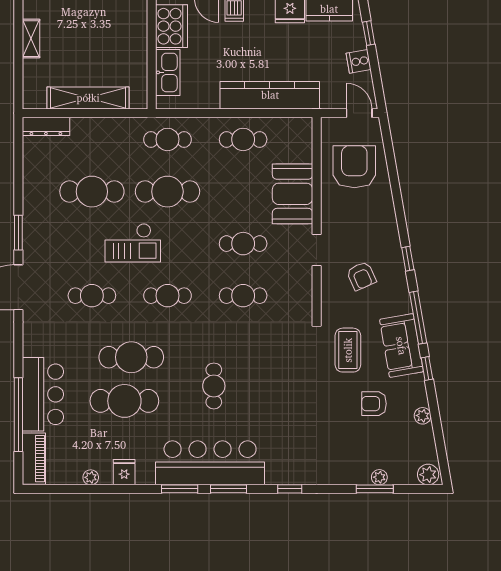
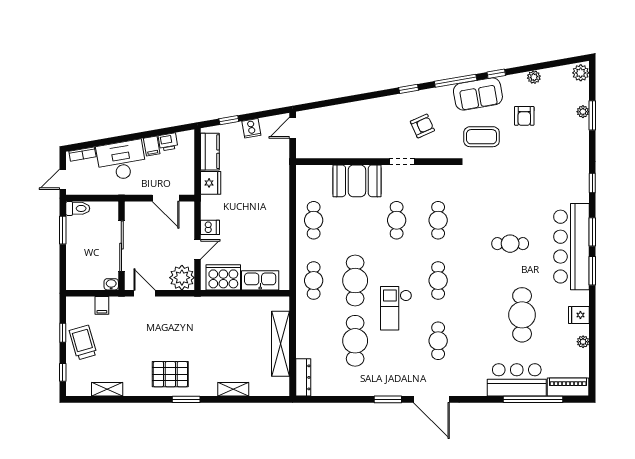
kitchen counter: (270, 95) -> (278, 199), removed
armchair: (354, 167) -> (335, 132), removed
checkout: (133, 243) -> (396, 308), turned 180
cafe table: (131, 357) -> (487, 309), removed

